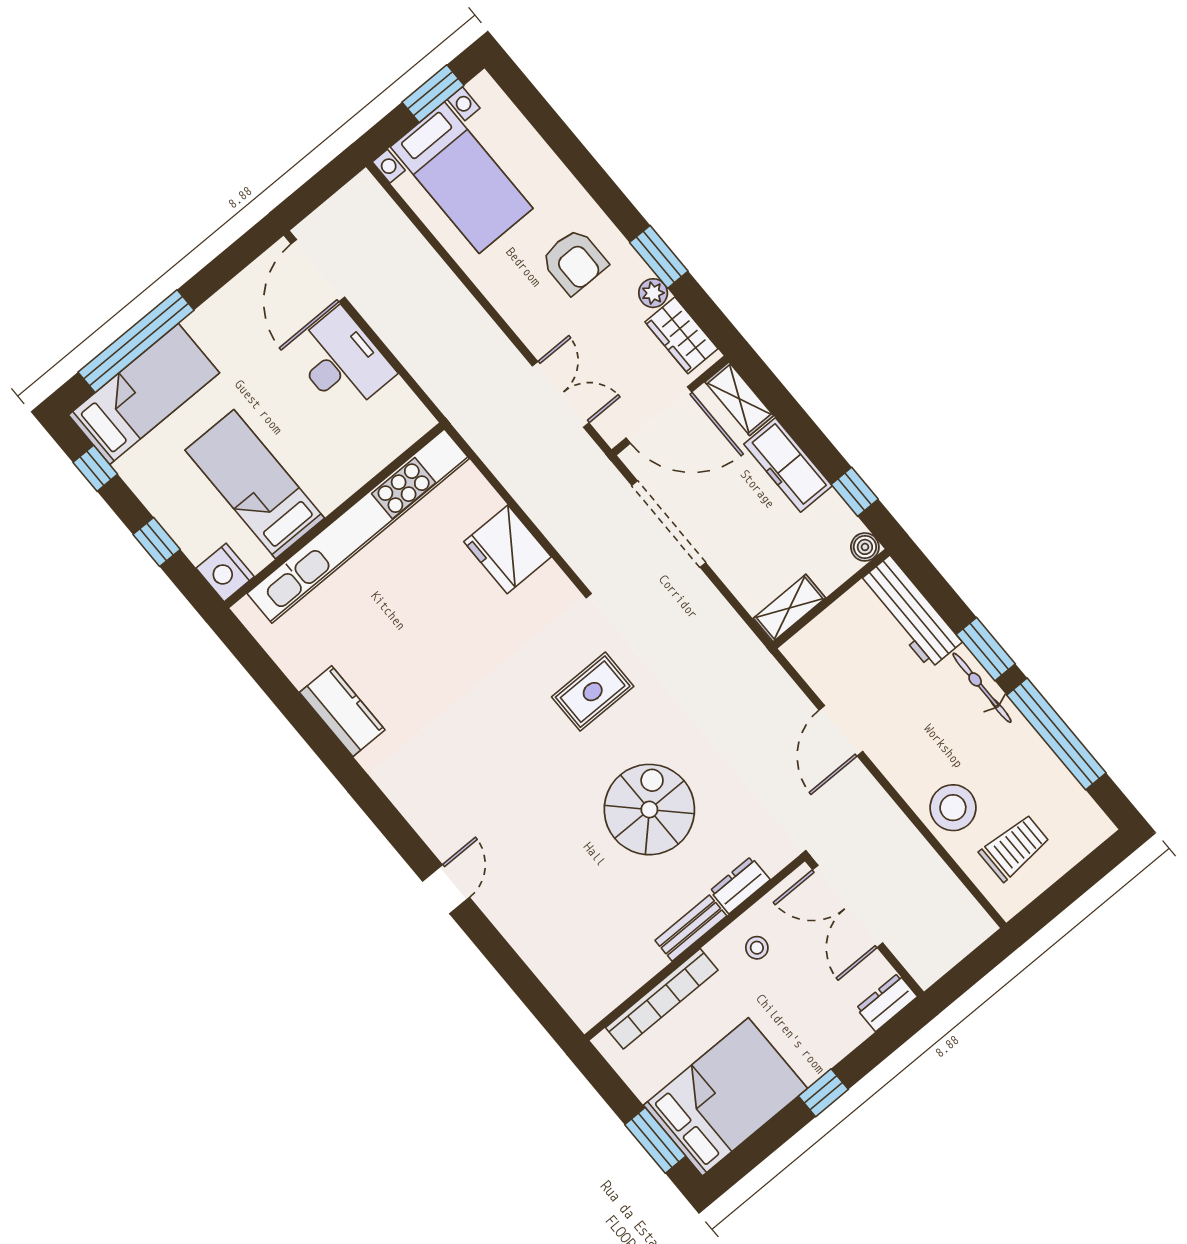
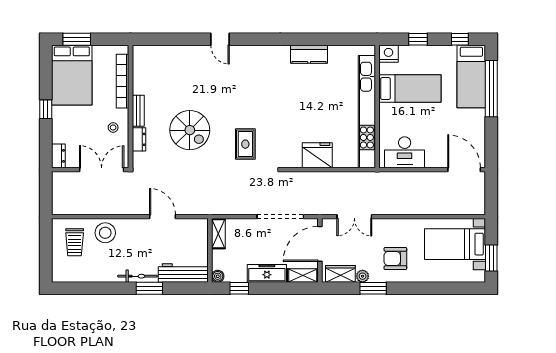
desk: (342, 361) -> (405, 152), moved
window: (1056, 734) -> (101, 288), removed

